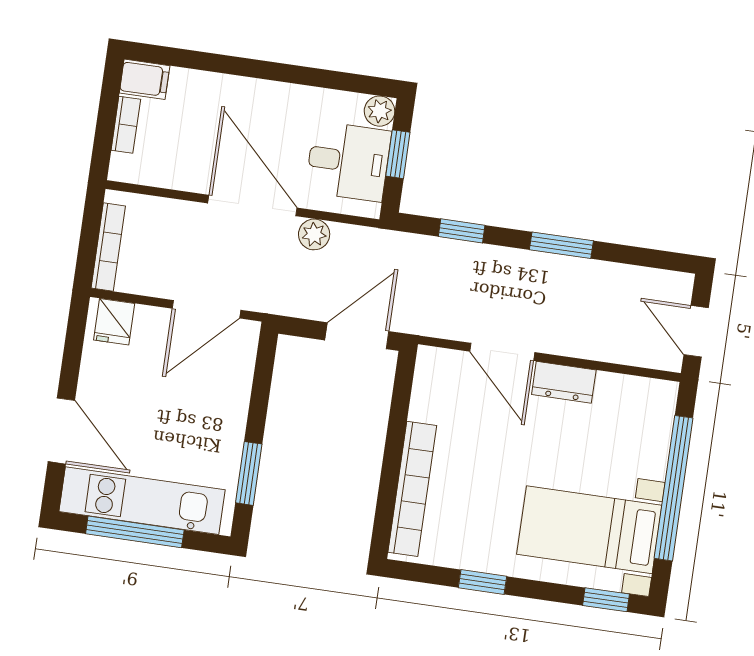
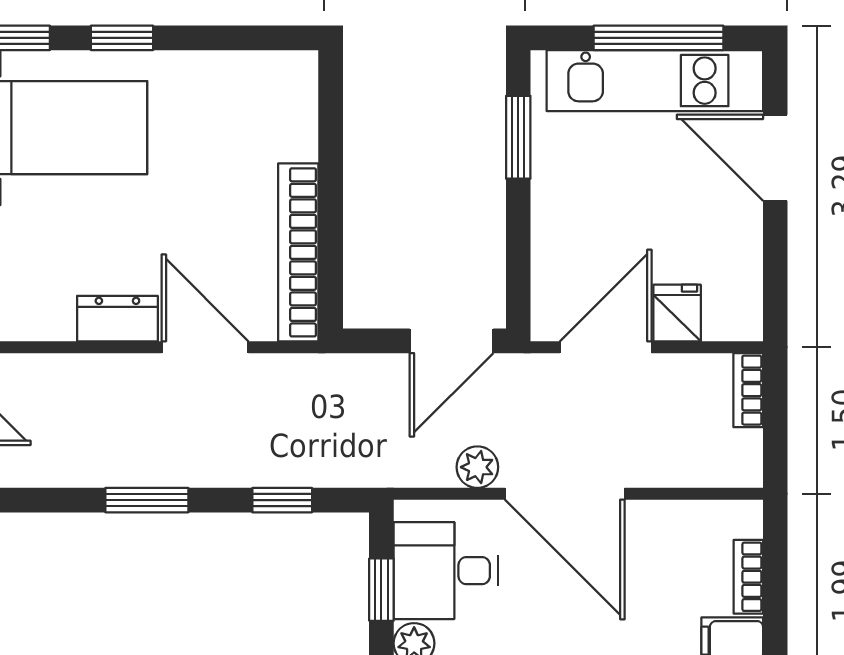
bookcase: (108, 247) -> (748, 390), width x0.64
fridge: (114, 322) -> (677, 313), moved
door: (357, 336) -> (451, 341), moved
bookcase: (412, 489) -> (298, 252), moved
window: (483, 582) -> (122, 38), moved

